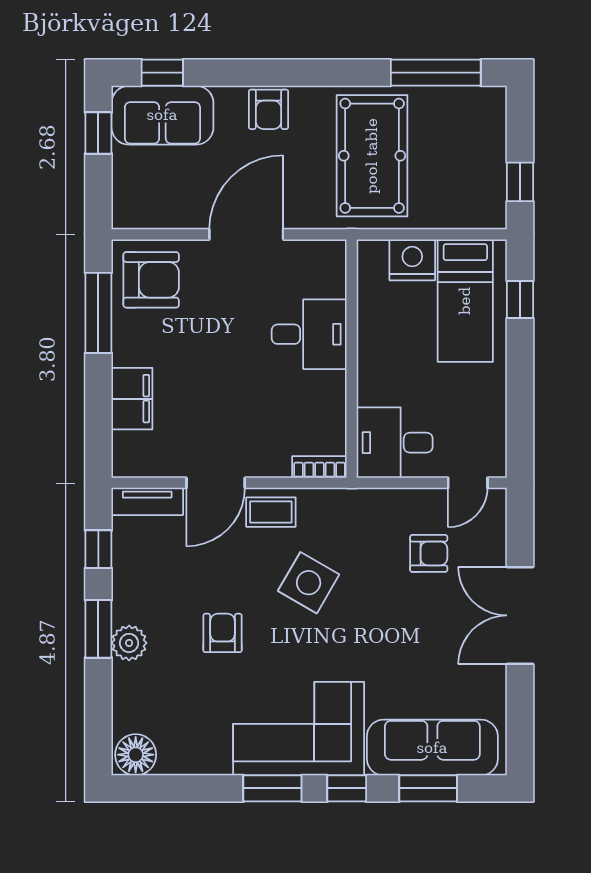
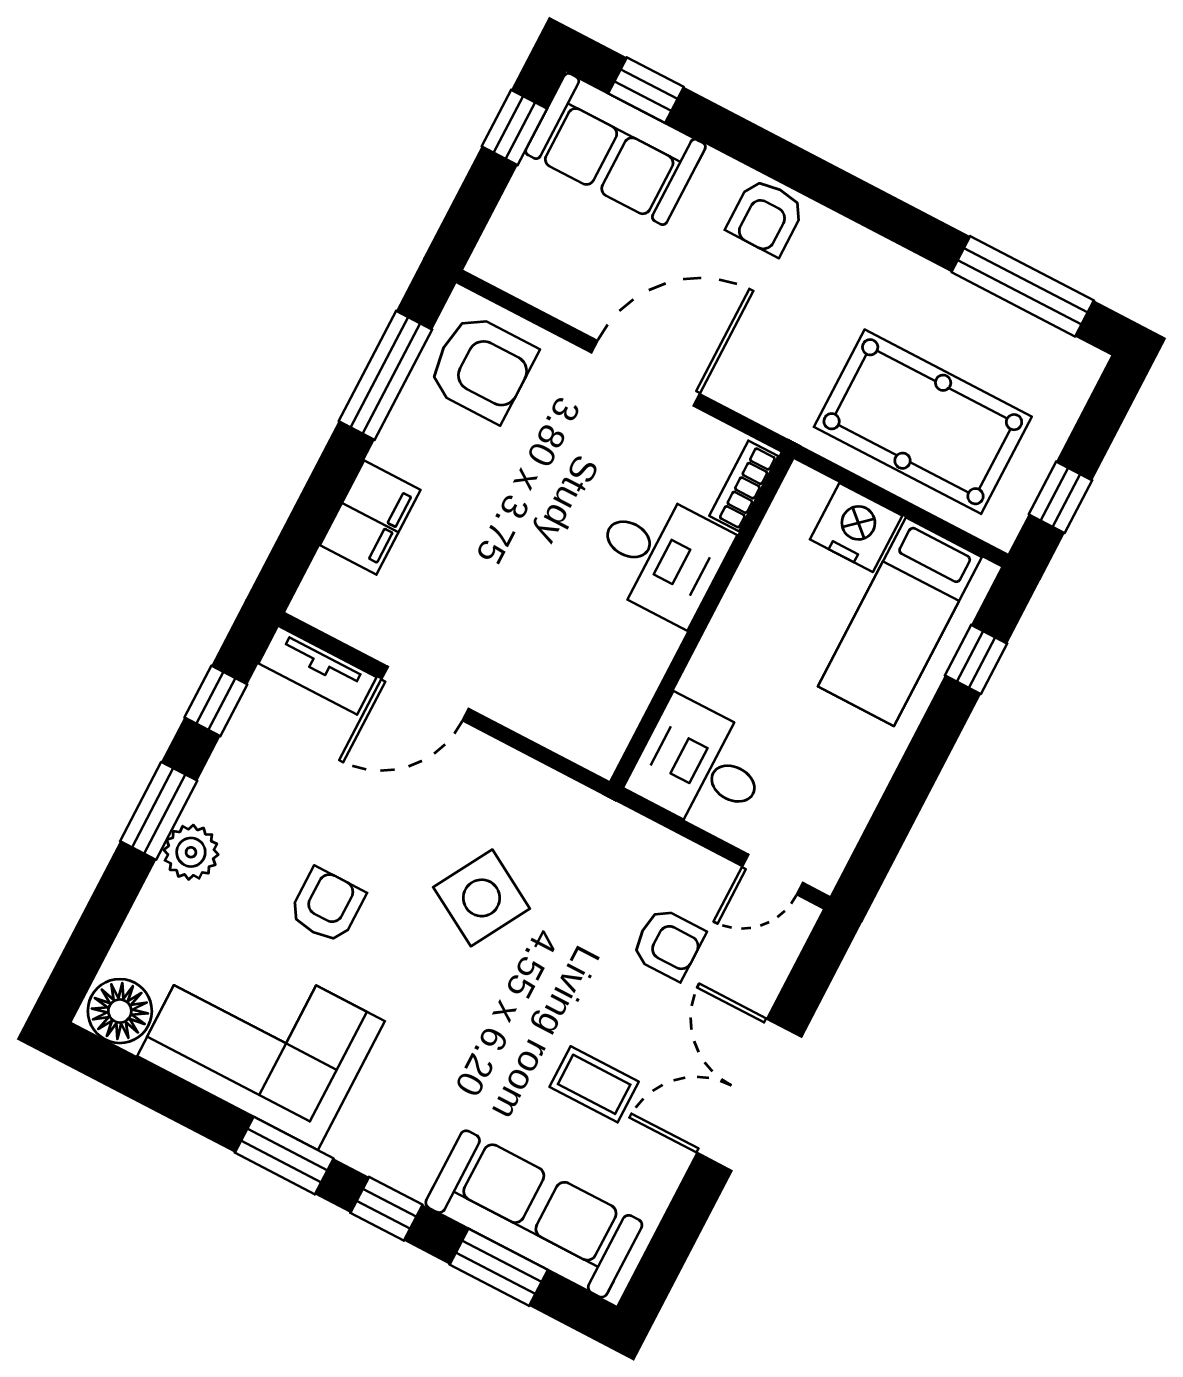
pool table: (372, 156) -> (923, 422), moved, turned 90
bookcase: (319, 467) -> (744, 486), moved, turned -90
coffee table: (271, 512) -> (594, 1084), moved
corner sofa: (299, 729) -> (261, 1039), moved

